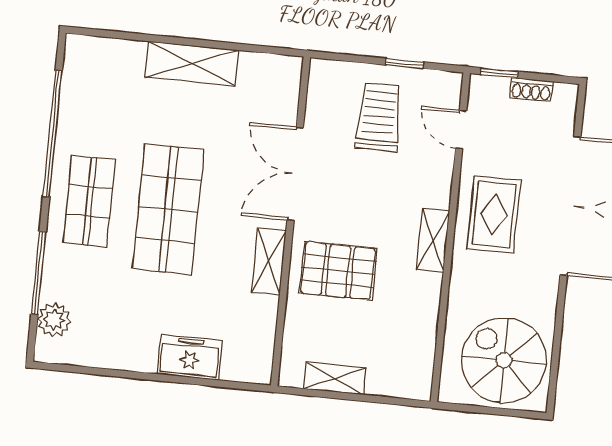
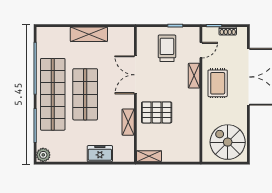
door: (461, 130) -> (201, 50), swing flipped
shop shelf: (89, 201) -> (53, 94), width x2.00, depth x1.36
shelving: (433, 240) -> (194, 76), moved
shelving: (269, 261) -> (128, 122), moved
plant: (54, 320) -> (43, 155), moved
shelving: (335, 378) -> (149, 156), moved

